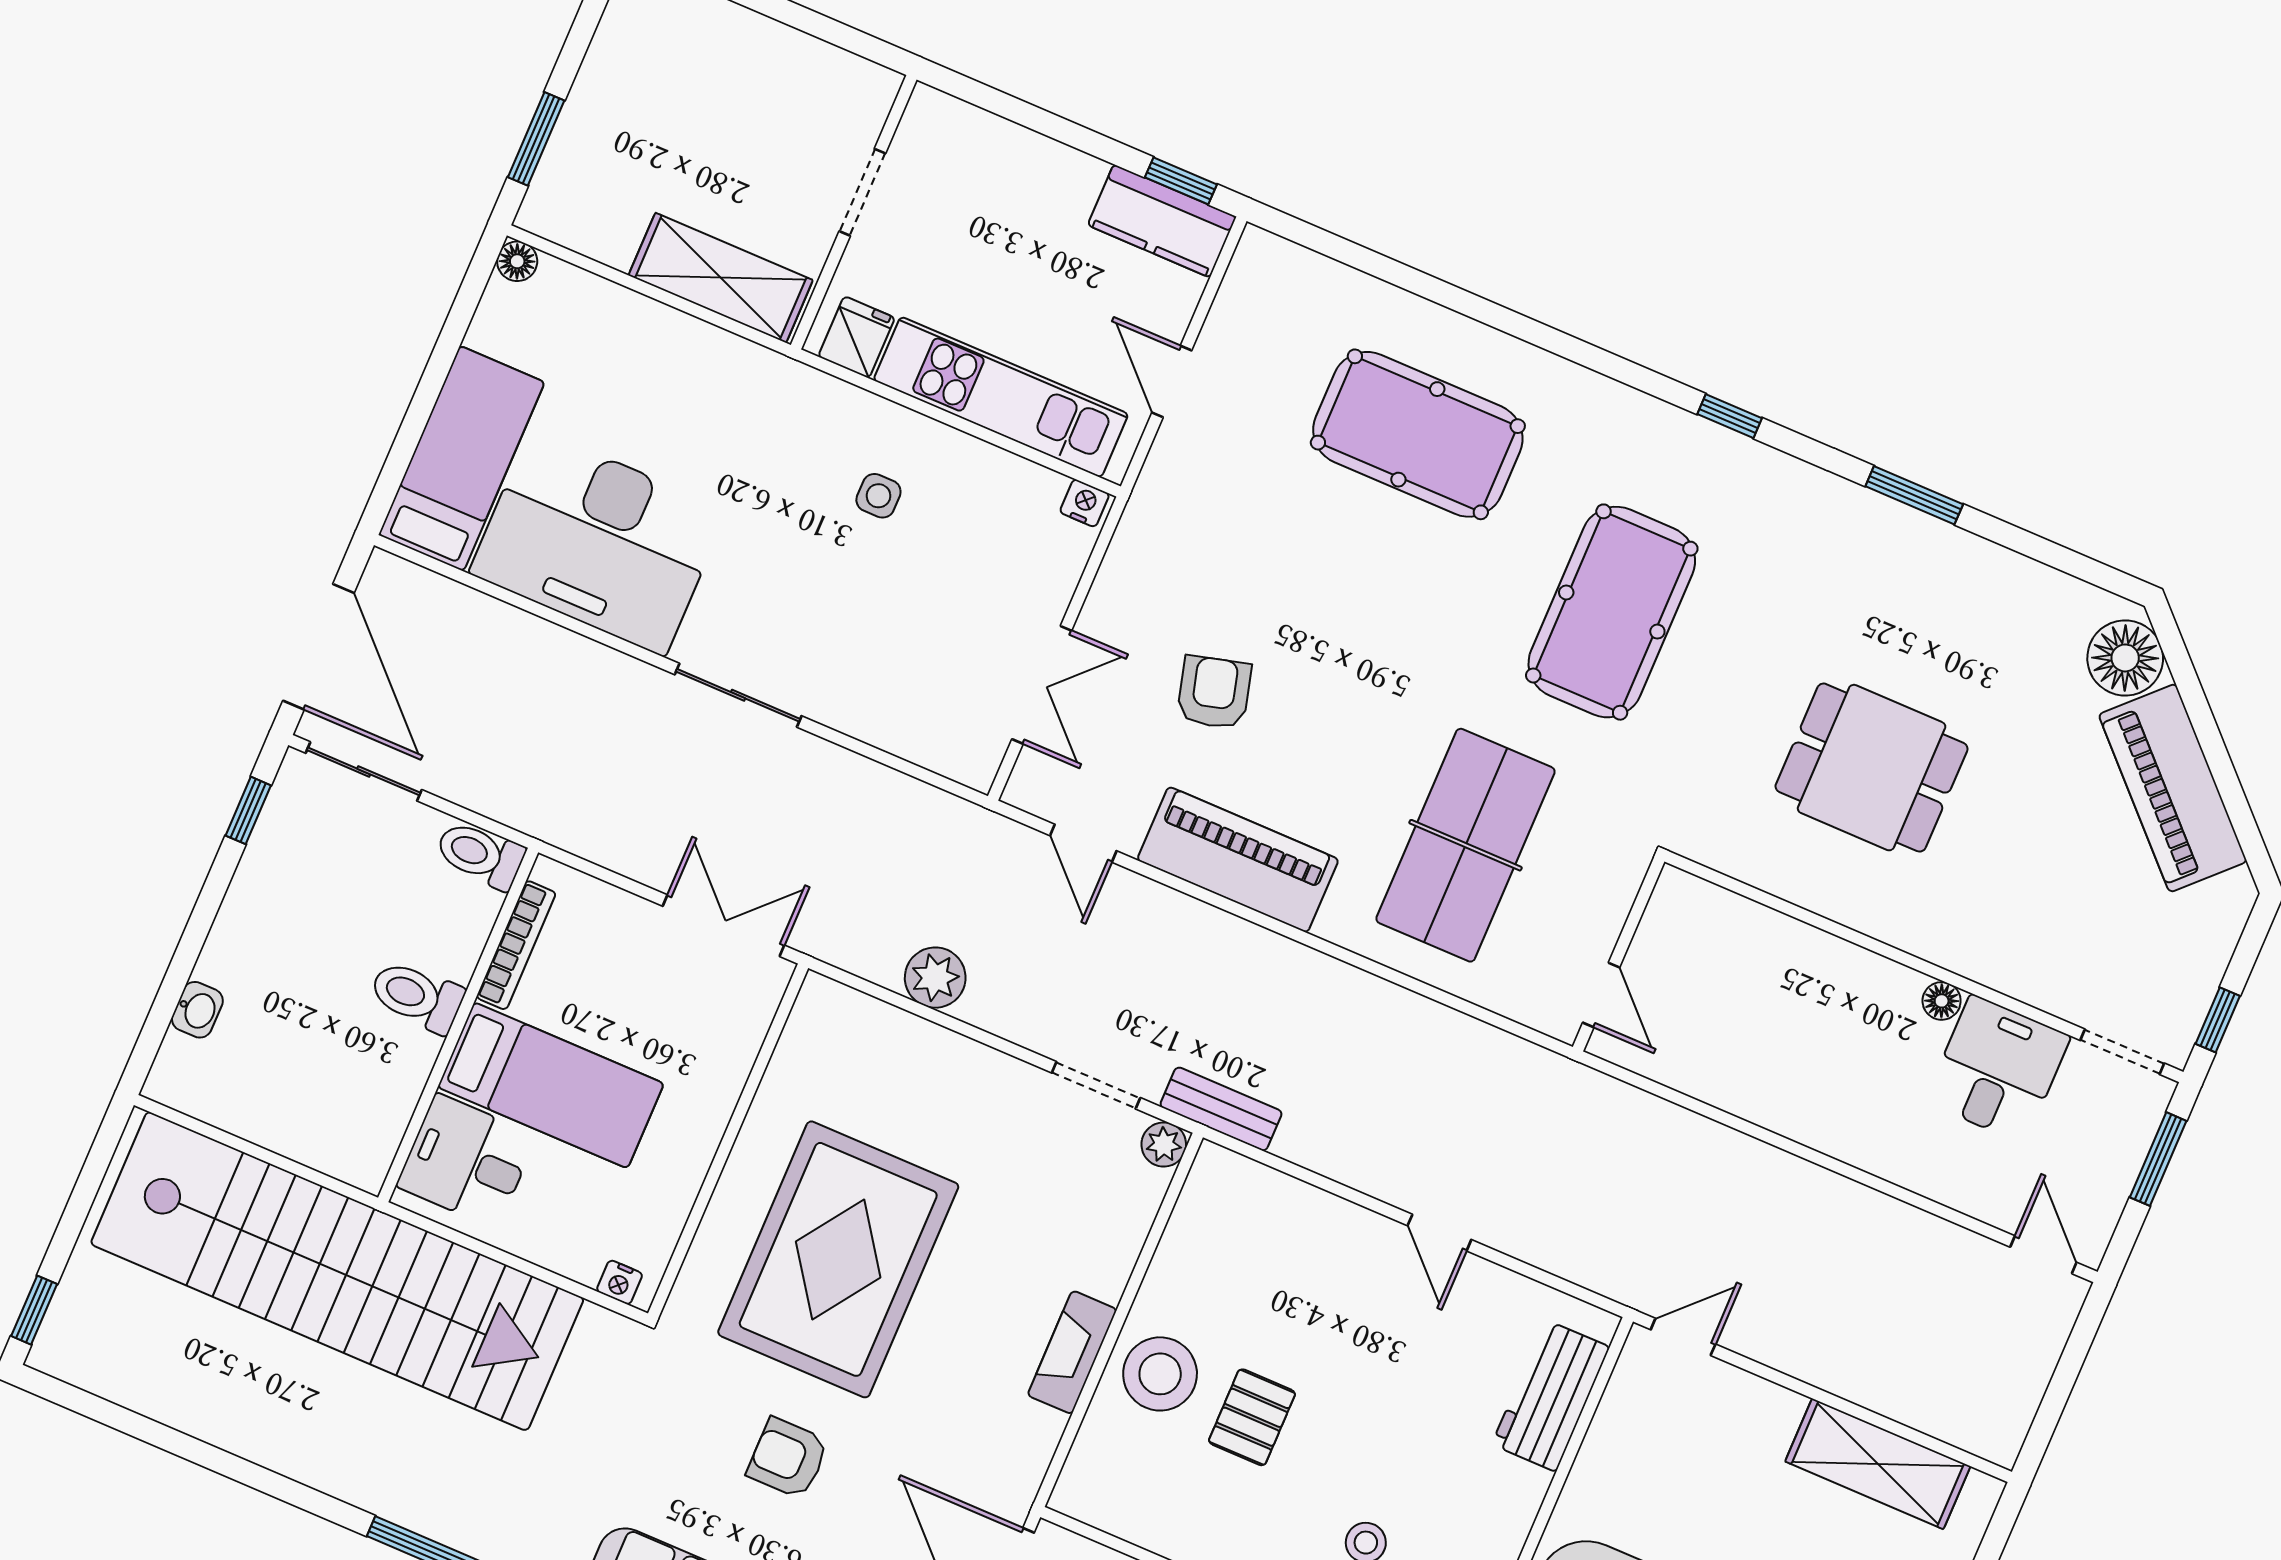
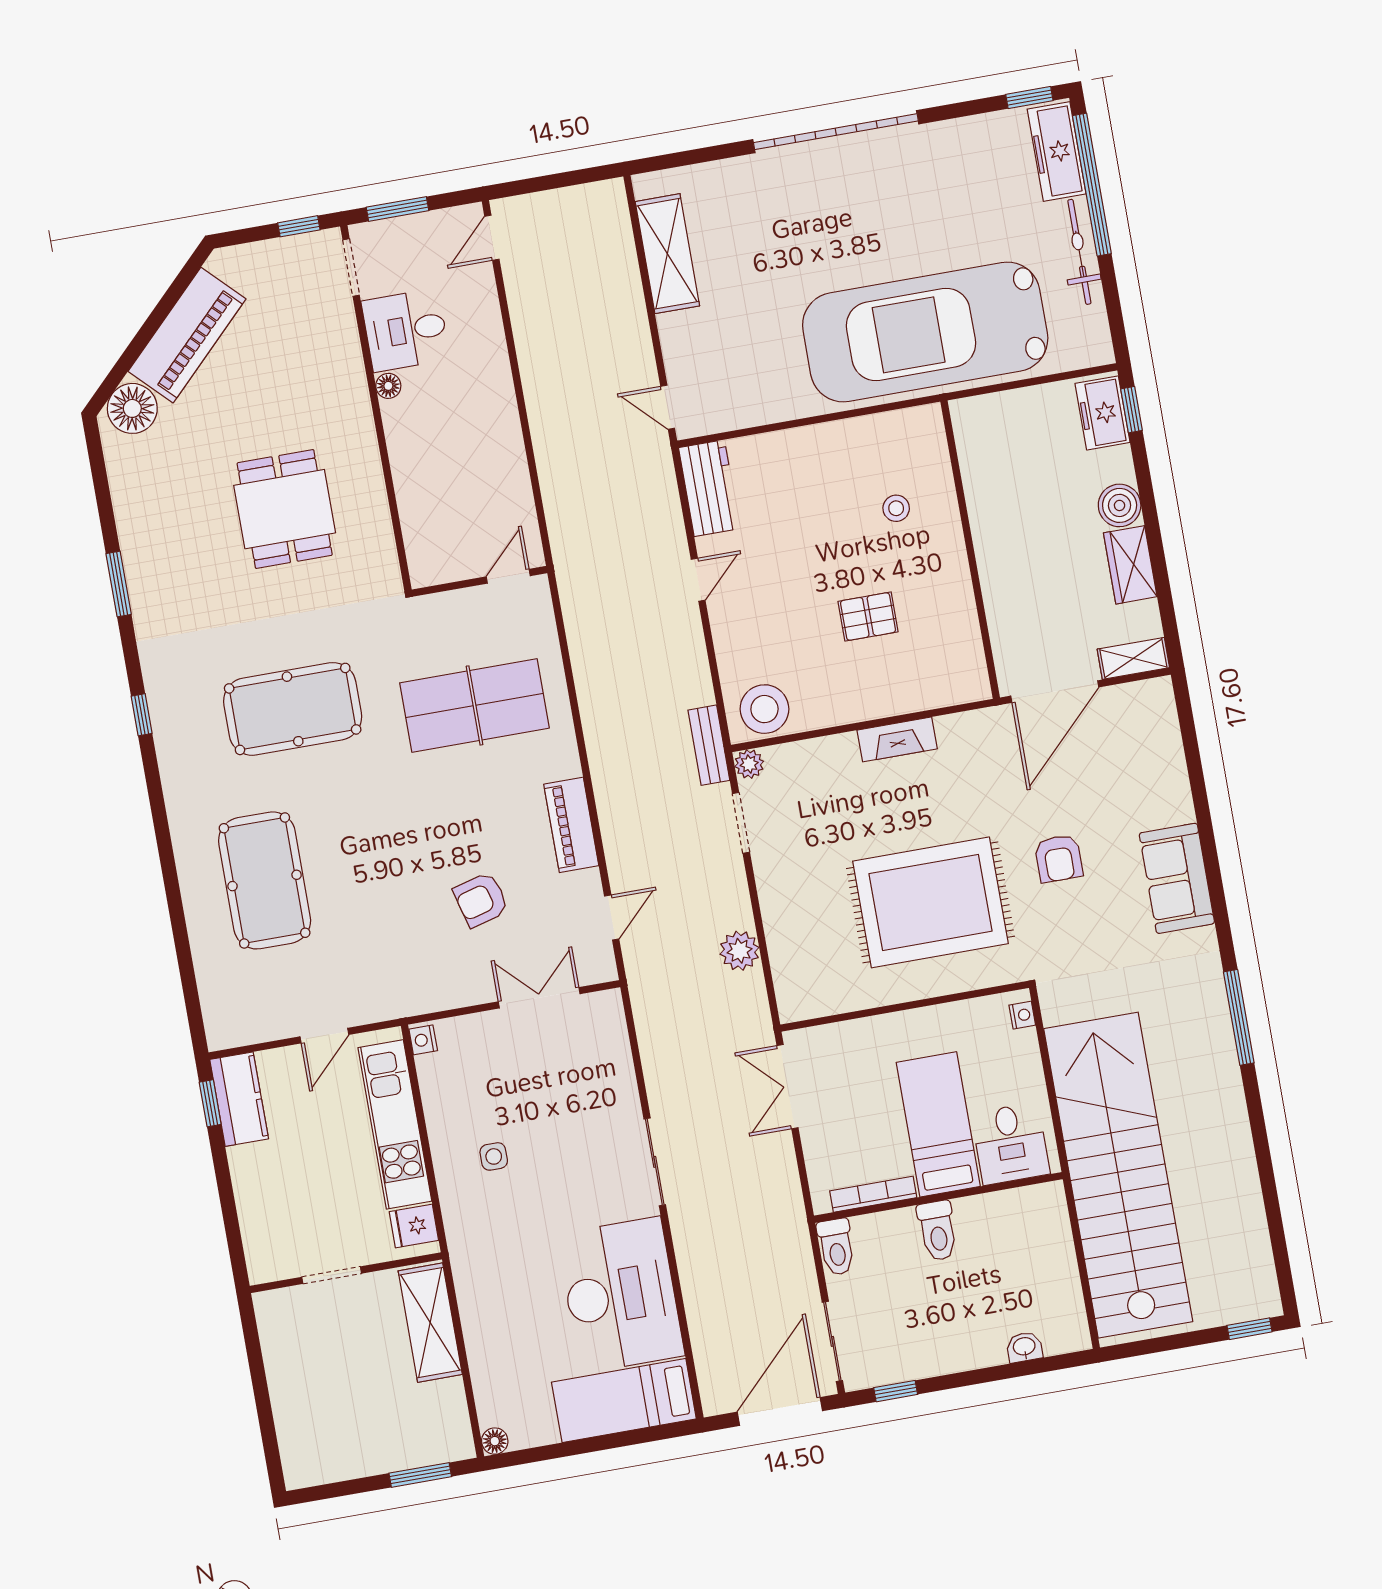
piano: (1238, 860) -> (571, 825), width x0.73, depth x0.75
stool: (1160, 1374) -> (764, 709), moved
workbench: (1551, 1396) -> (709, 488), moved, turned -90

